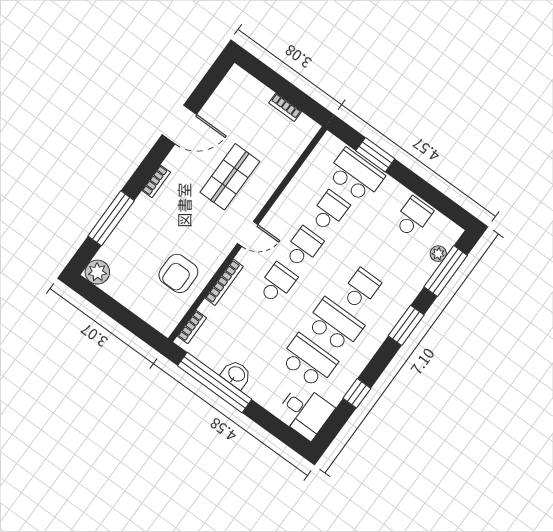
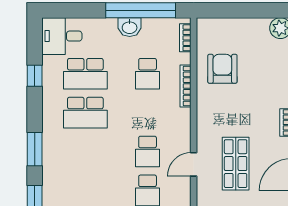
door: (248, 234) -> (194, 164), moved
school desk: (277, 283) -> (148, 74), moved
school desk: (361, 289) -> (85, 152), removed

